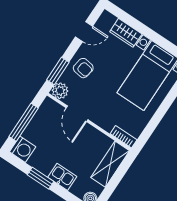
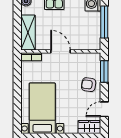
wardrobe: (126, 33) -> (89, 127), moved
plant: (60, 91) -> (94, 59), removed
door: (77, 114) -> (60, 51), moved

